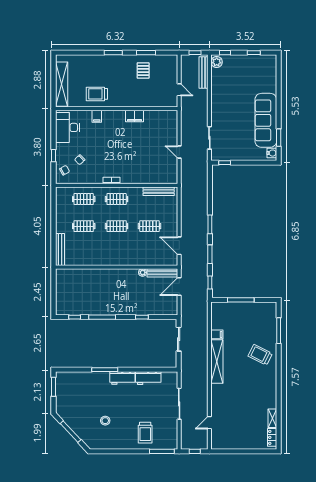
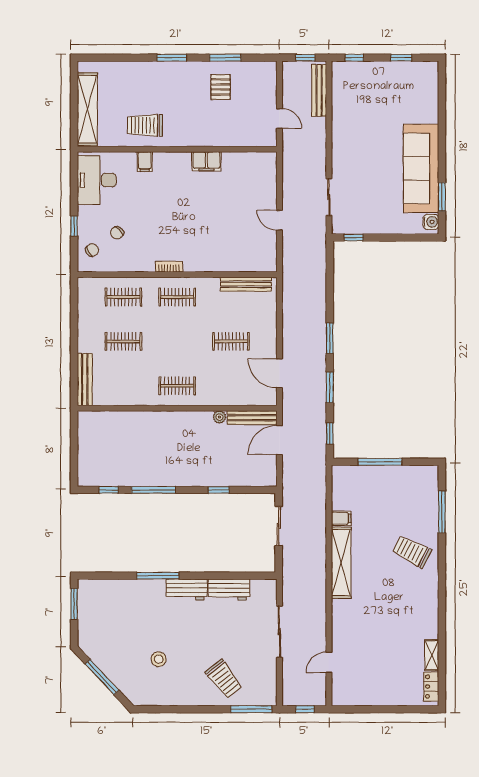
plant: (217, 62) -> (341, 73), removed
clothes rail: (117, 226) -> (177, 386), moved
trolley: (145, 433) -> (224, 679), turned -38

